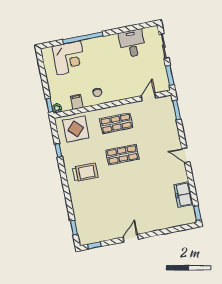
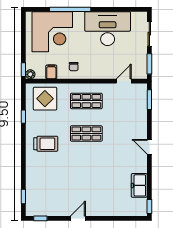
desk: (132, 43) -> (108, 29), width x1.87, depth x1.30
corner desk: (69, 58) -> (52, 32), width x1.36, depth x1.36

